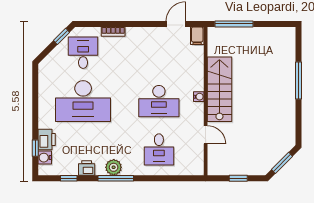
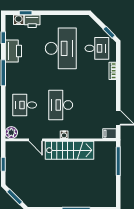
desk: (83, 101) -> (61, 48), turned 180
door: (206, 135) -> (36, 140), hinge flipped
plant: (114, 167) -> (11, 133), moved
printer: (87, 168) -> (13, 51), width x1.87, depth x1.48

